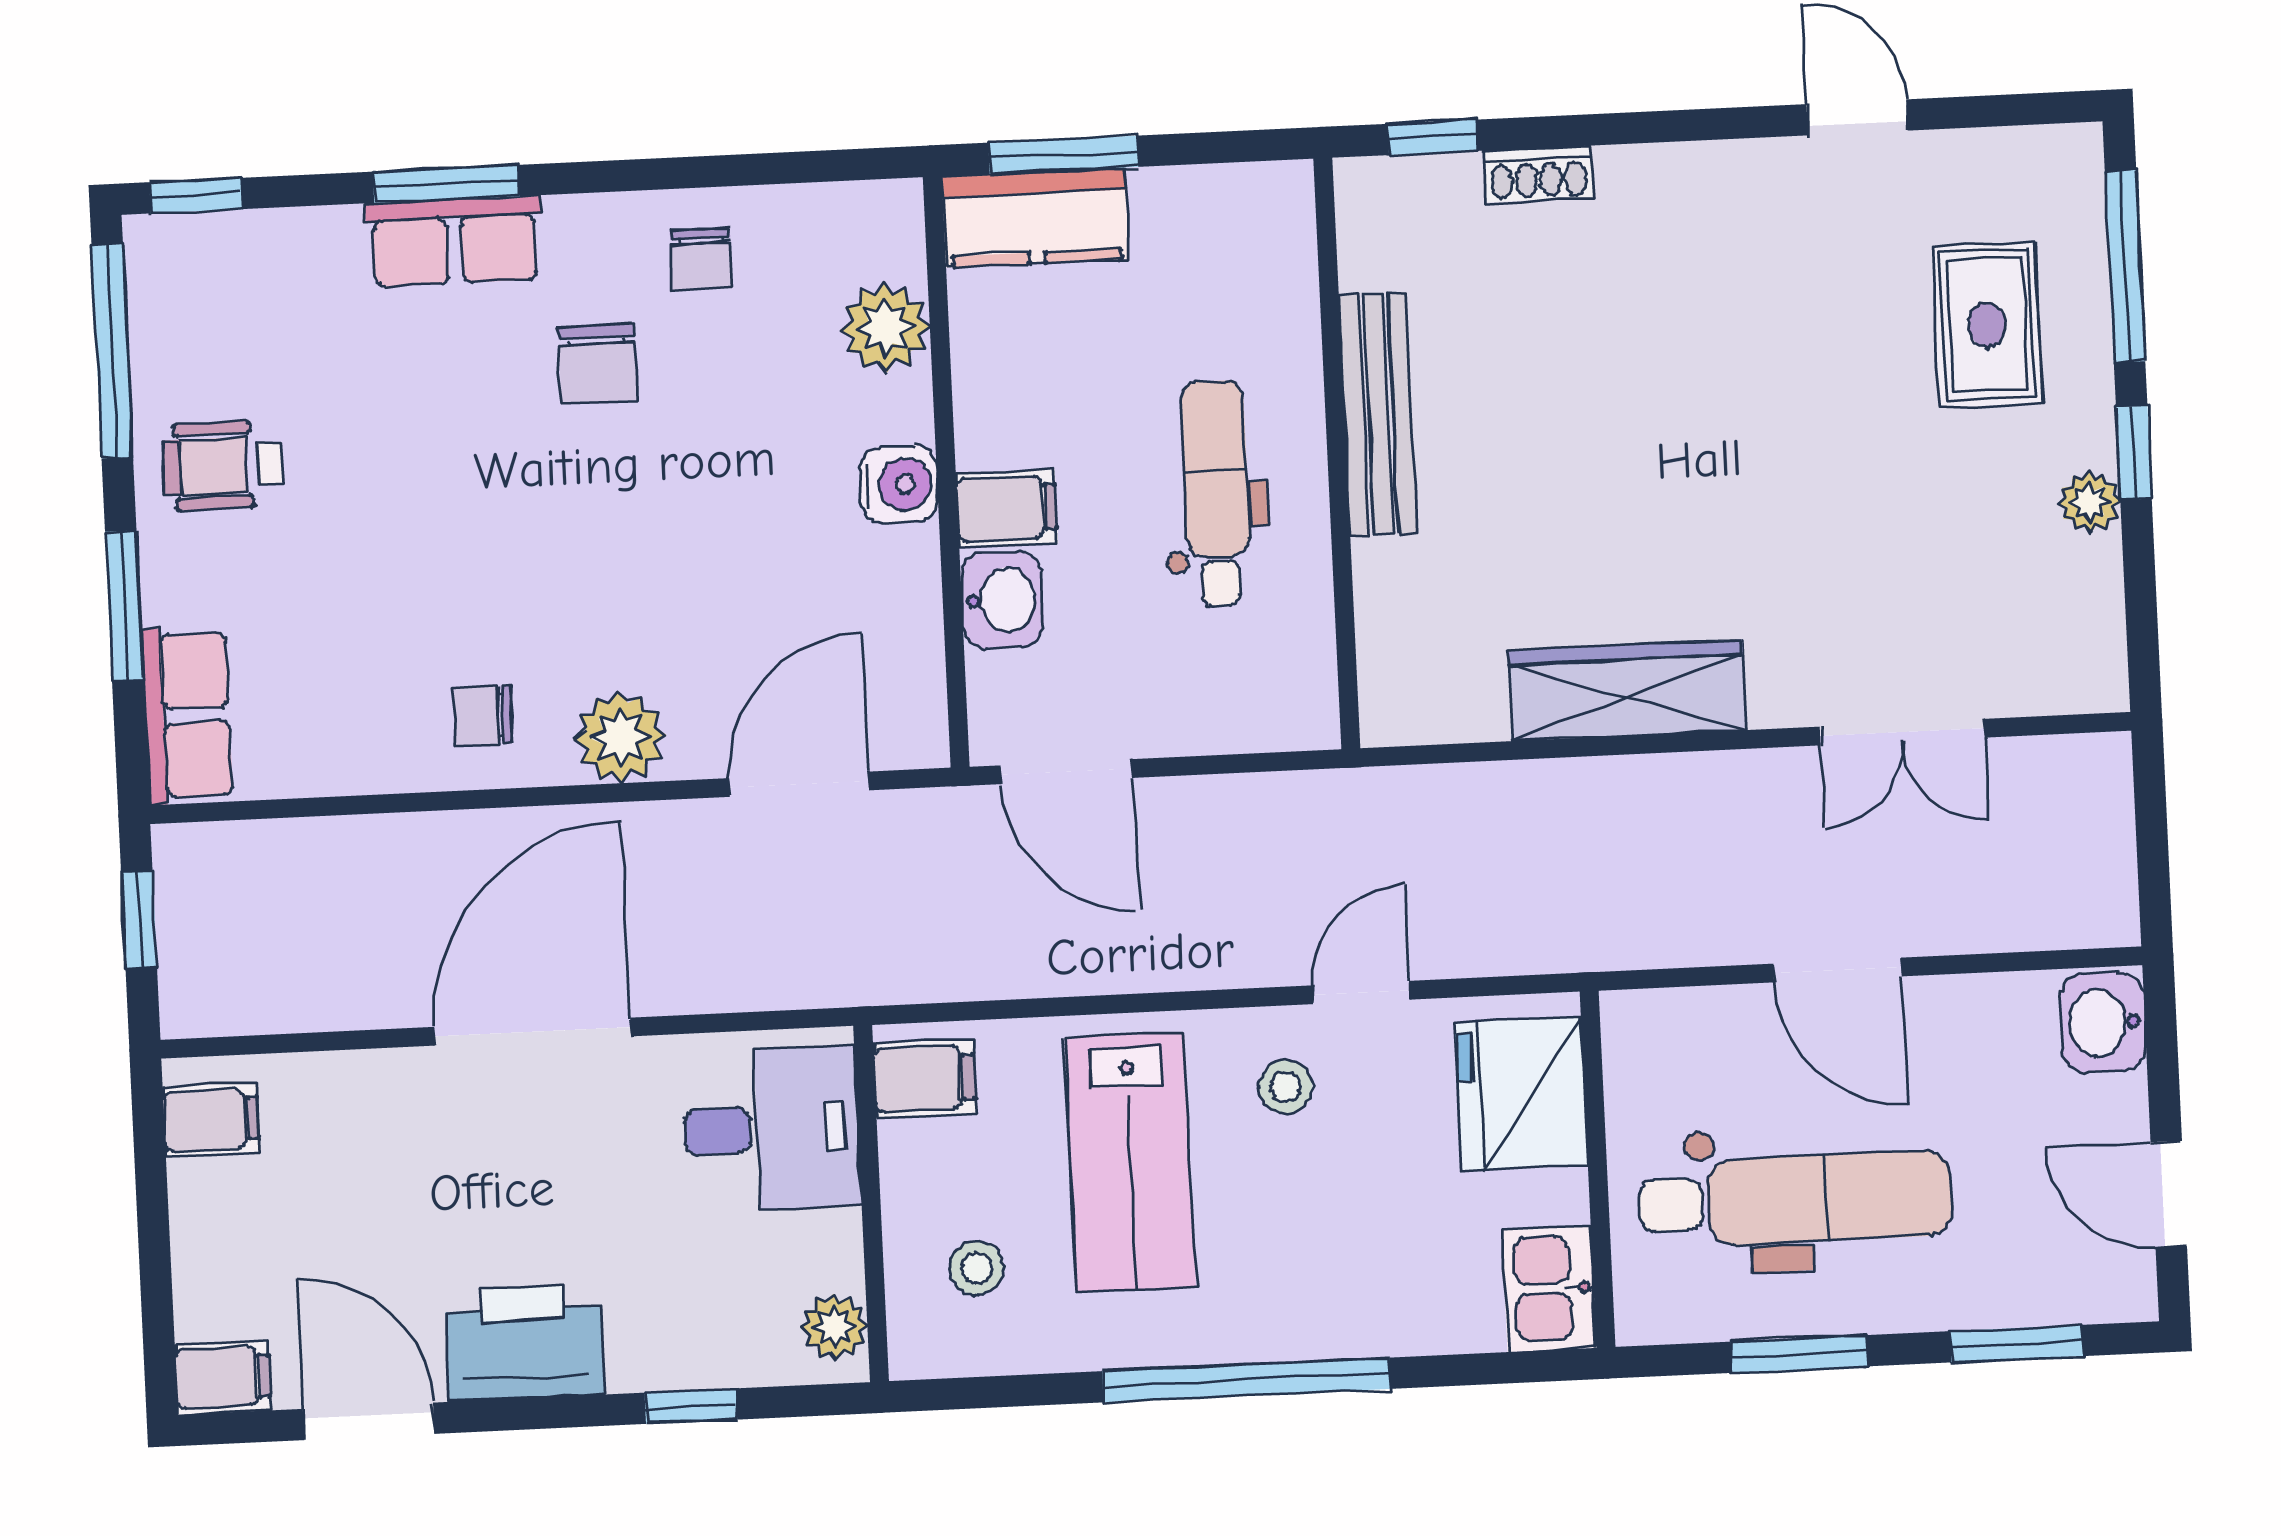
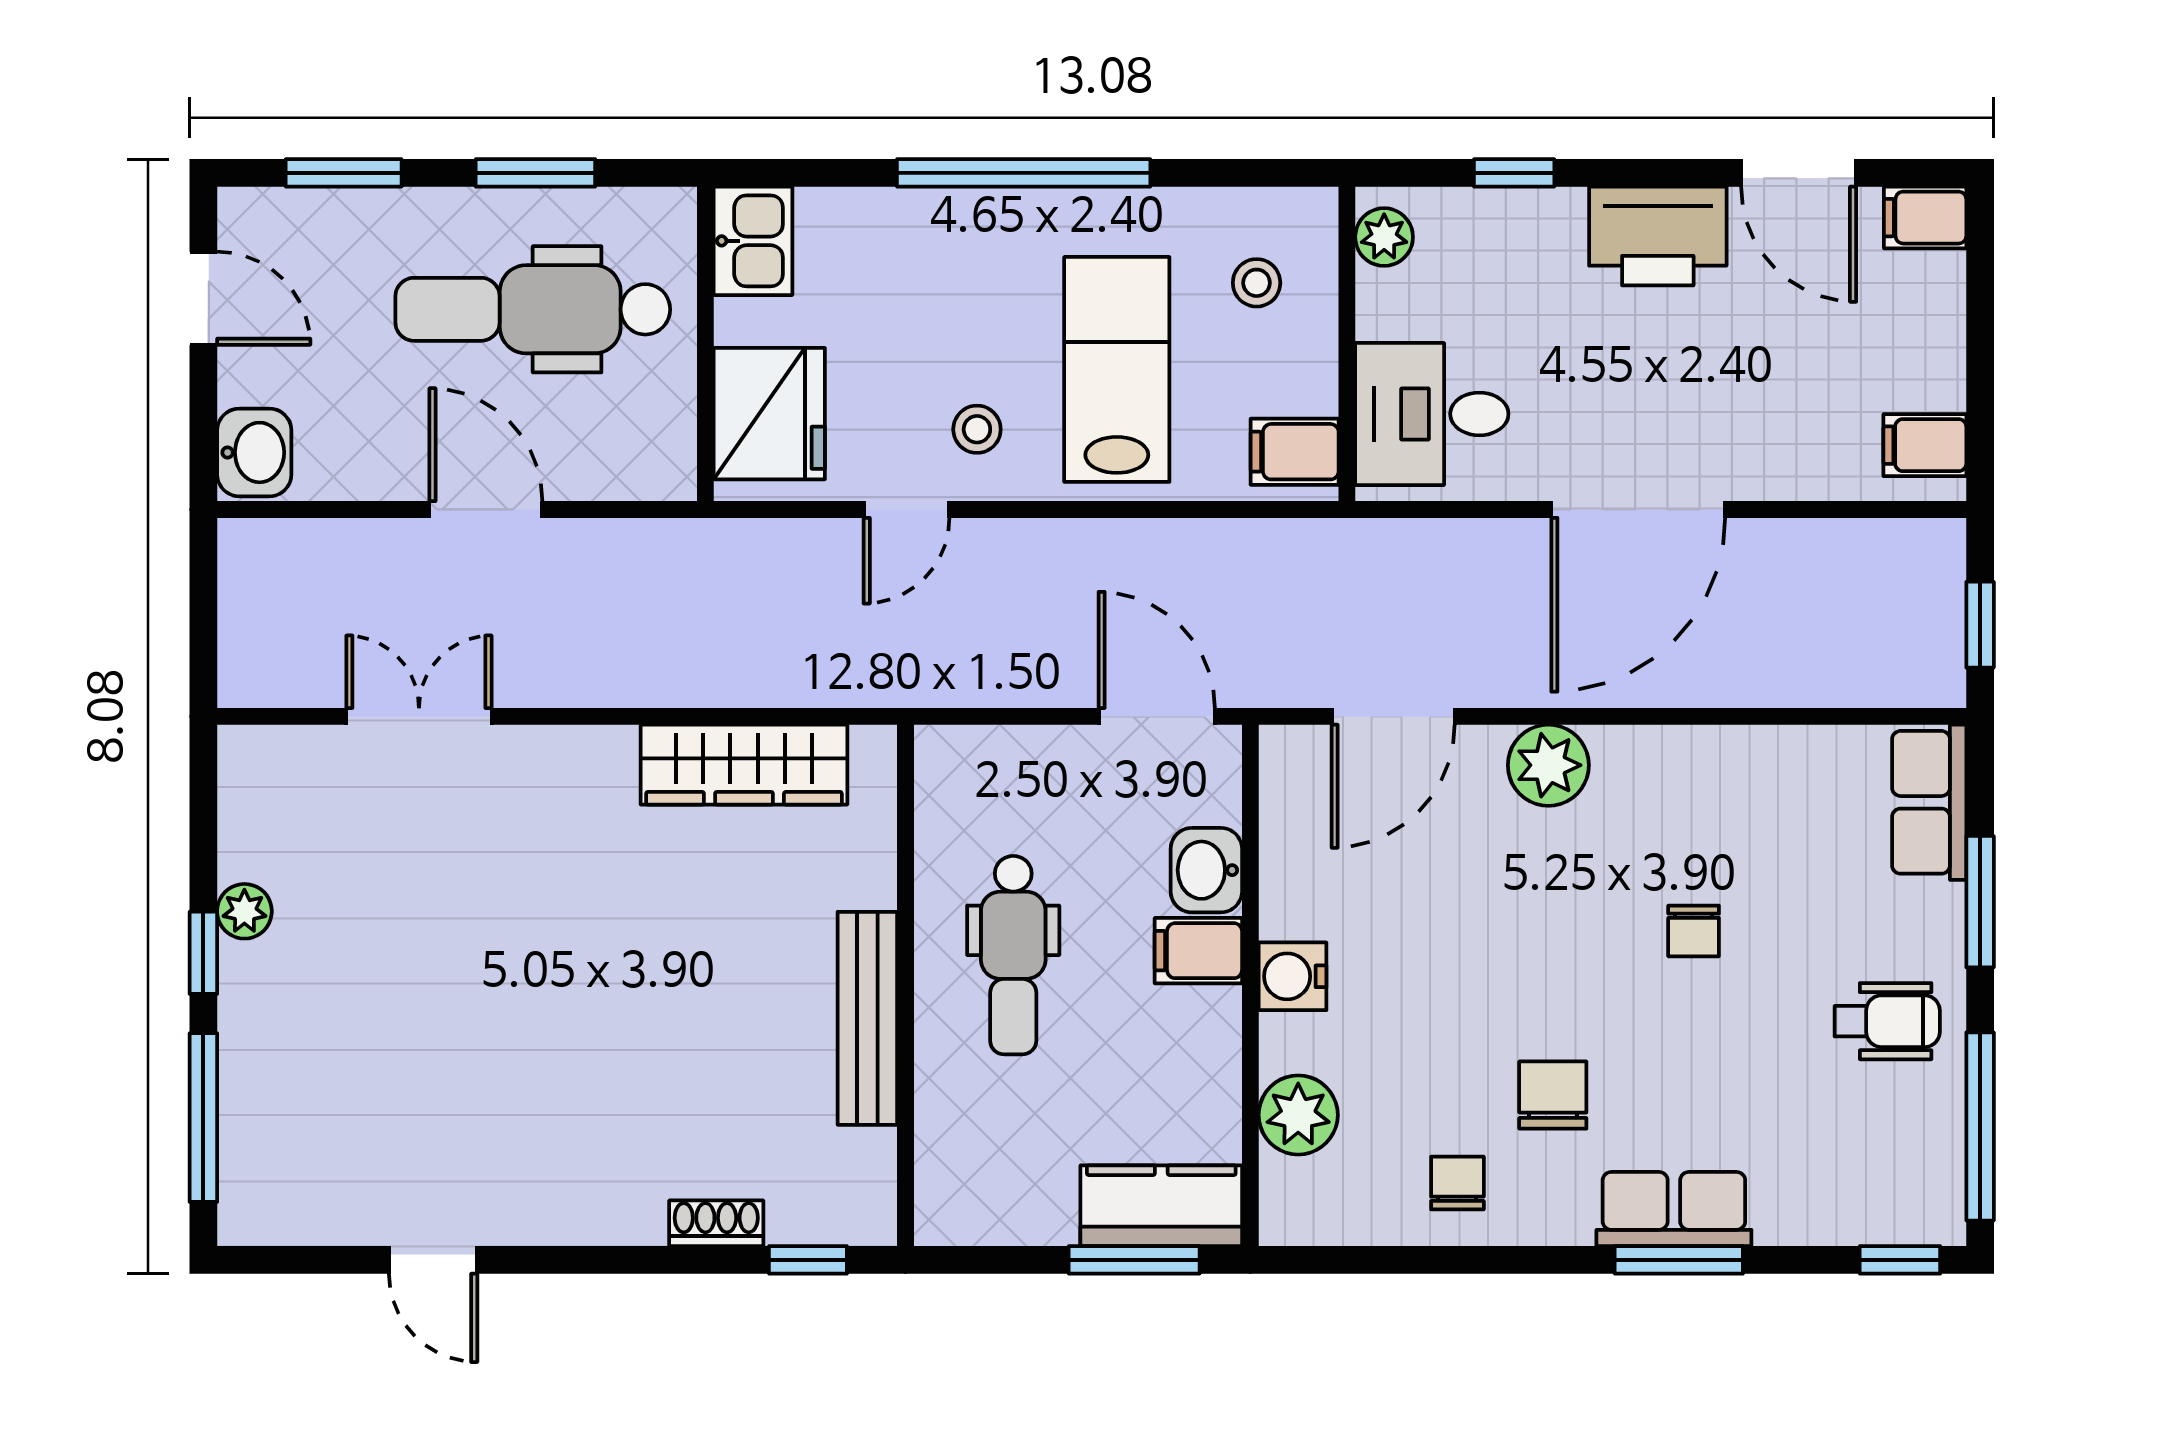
rug: (1987, 325) -> (327, 1072), removed
wardrobe: (1627, 690) -> (744, 765), moved
chair: (483, 716) -> (1694, 931), moved, turned 90

